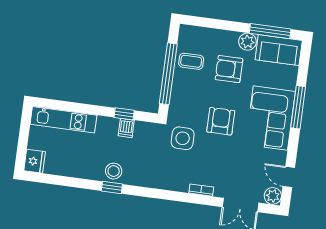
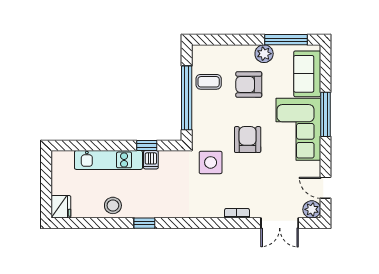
sofa: (279, 50) -> (307, 74), moved, turned 90
kitchen unit: (63, 120) -> (108, 160), moved
stool: (114, 171) -> (113, 205), moved

